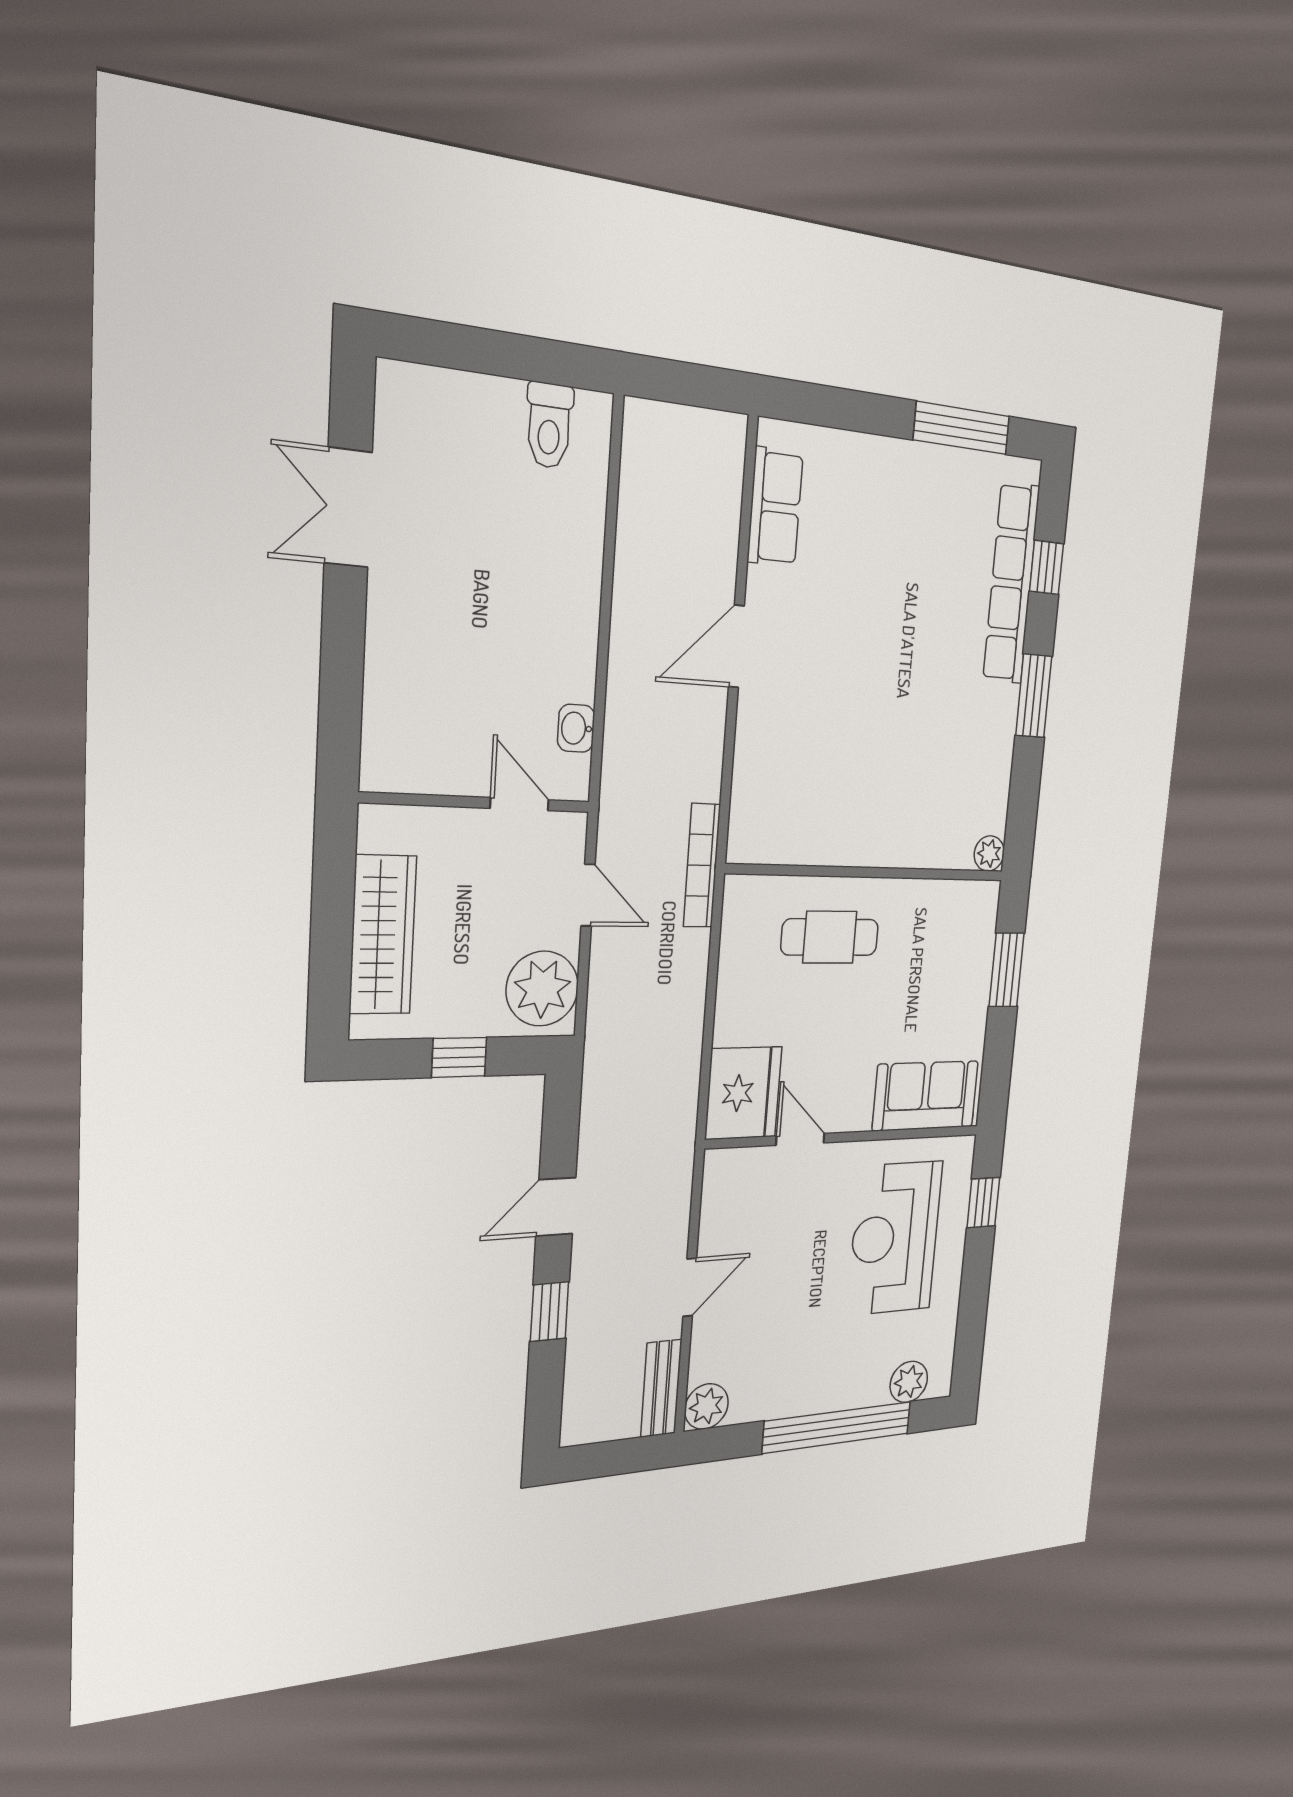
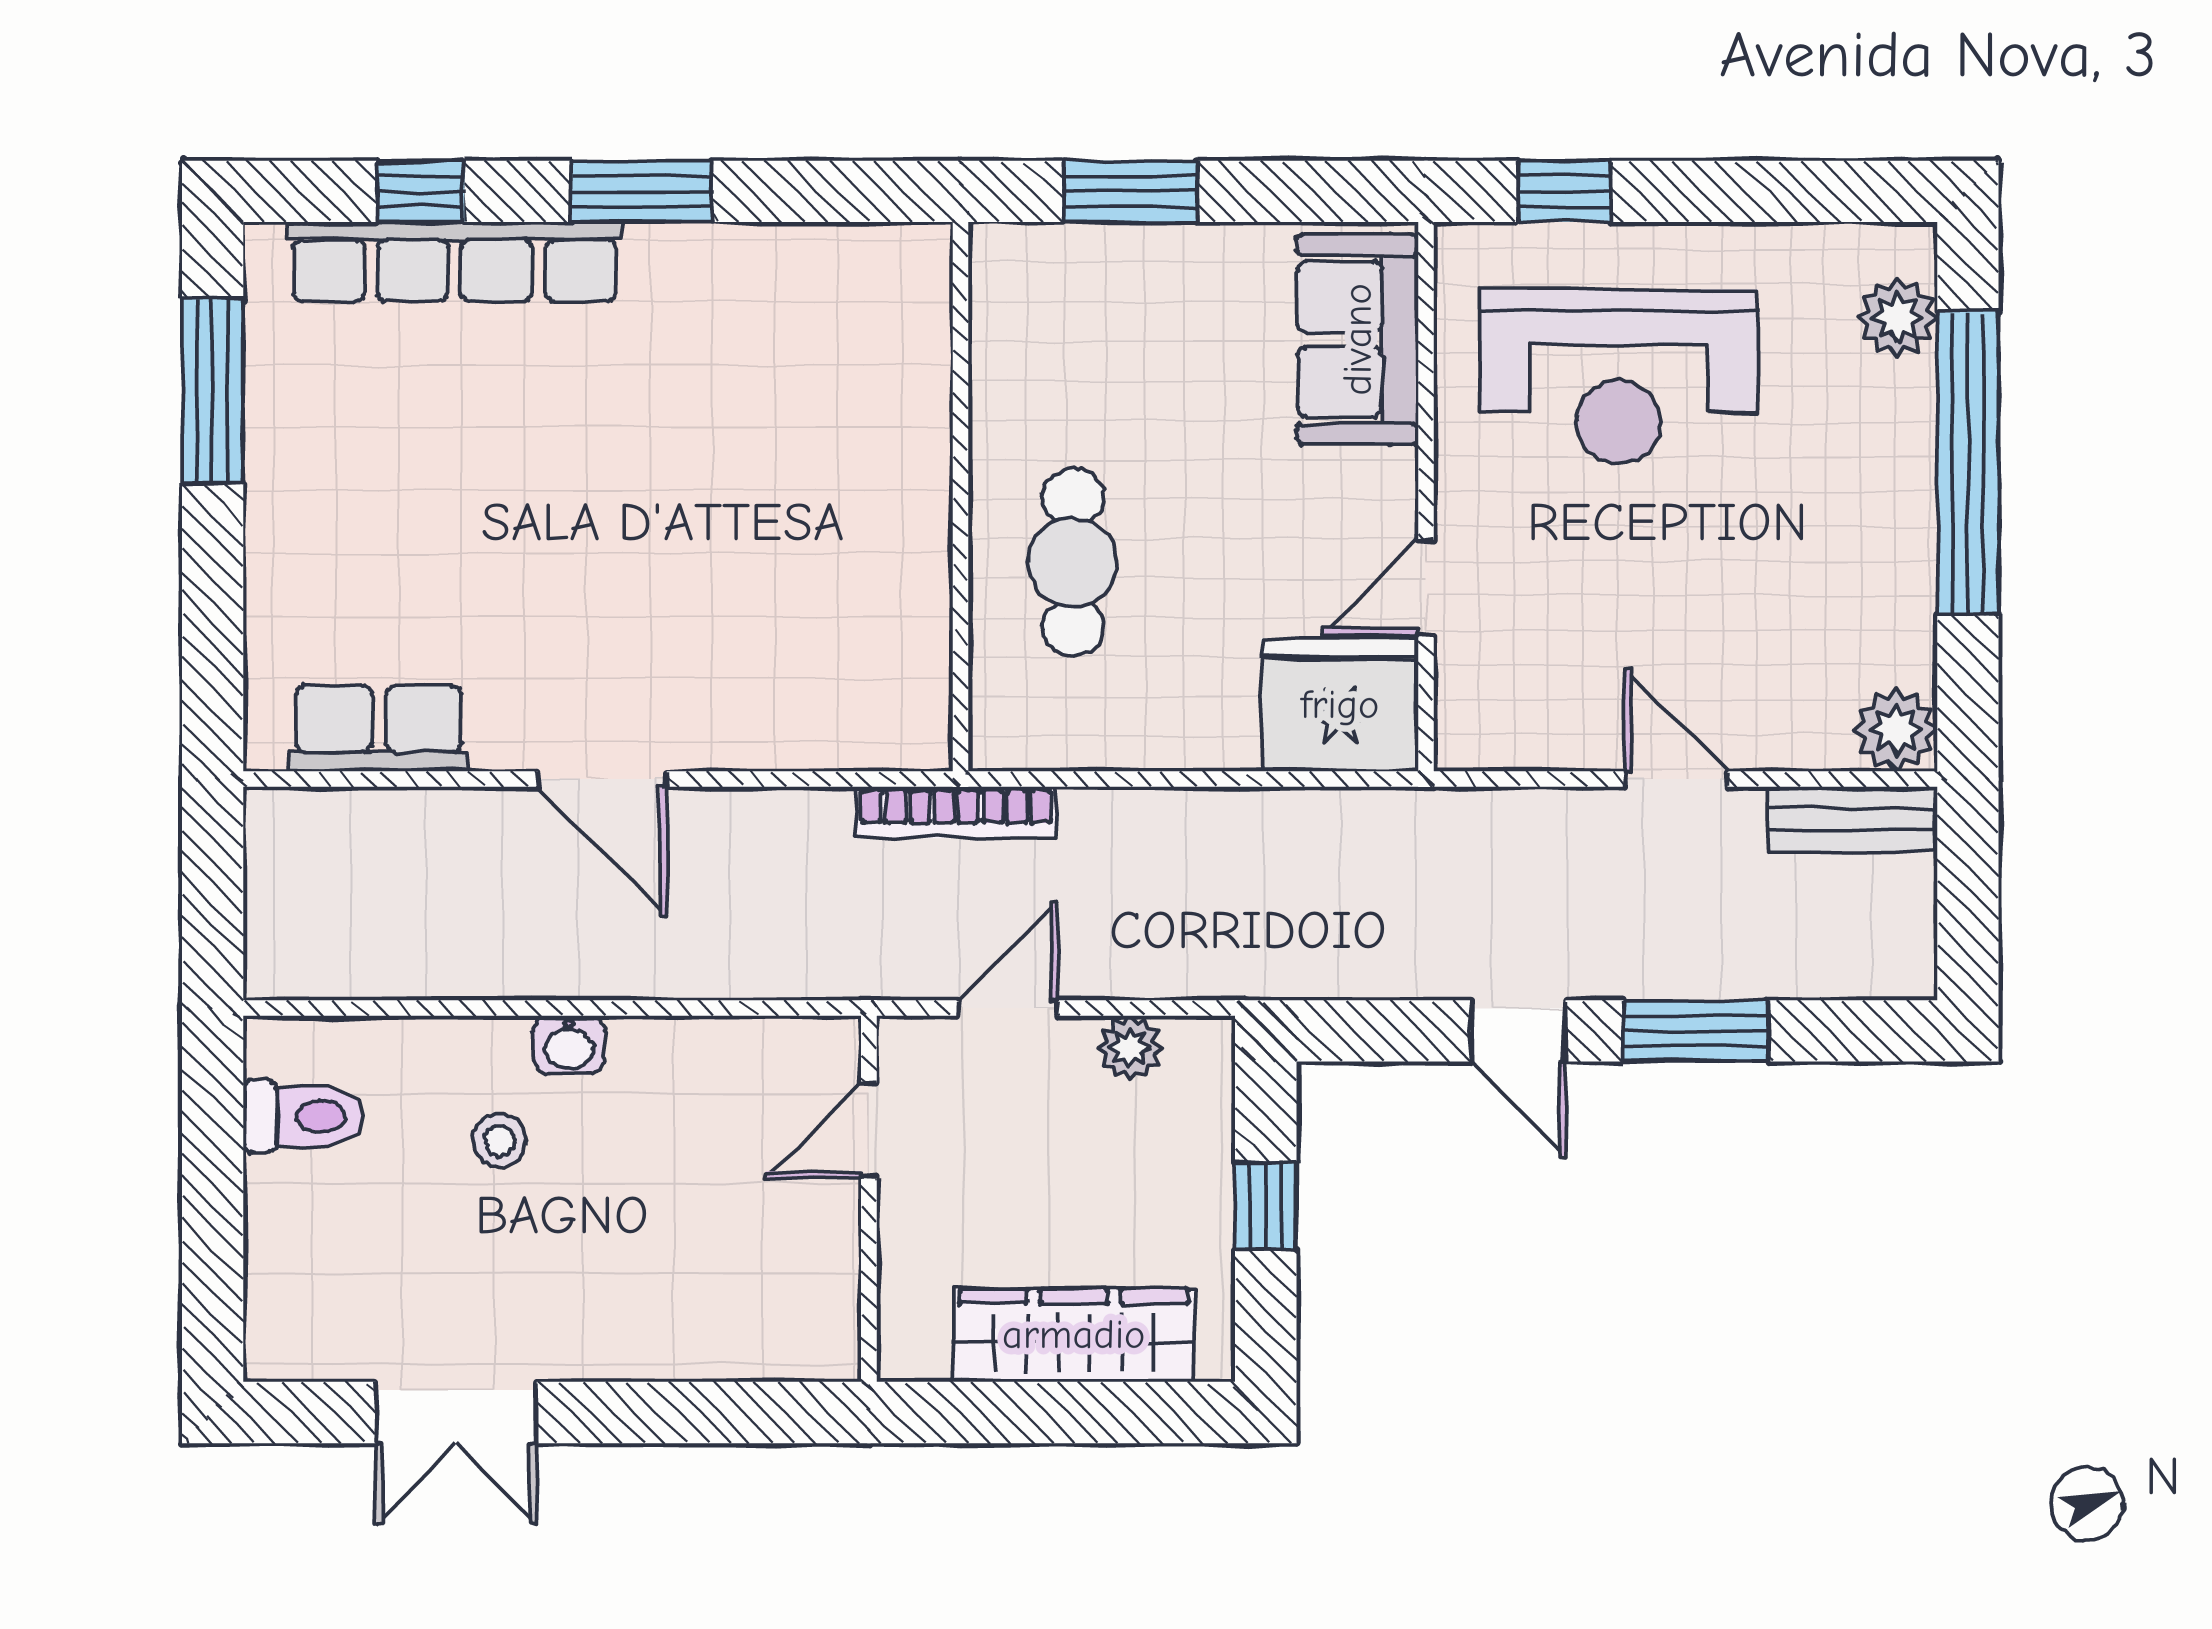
stool: (526, 558) -> (499, 1141), added
washbasin: (576, 728) -> (569, 1045), moved
plant: (989, 853) -> (921, 253), removed
plant: (542, 989) -> (1130, 1048), width x0.53, depth x0.53
window: (550, 1312) -> (1696, 1031), width x1.50

